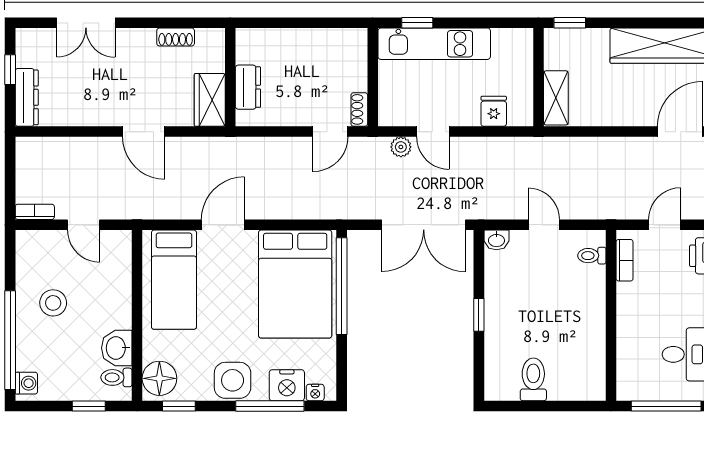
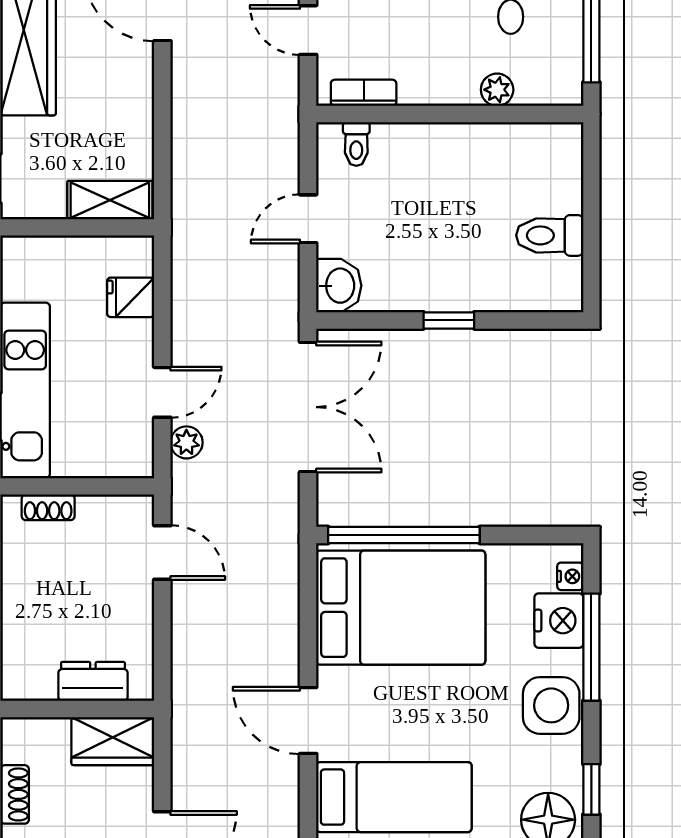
shoe rack: (359, 109) -> (48, 507), moved
washbasin: (496, 240) -> (339, 286), width x1.38, depth x1.45
plant: (627, 346) -> (497, 90), added

